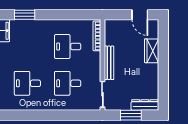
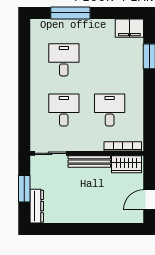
wardrobe: (152, 51) -> (126, 164), moved, turned 180

